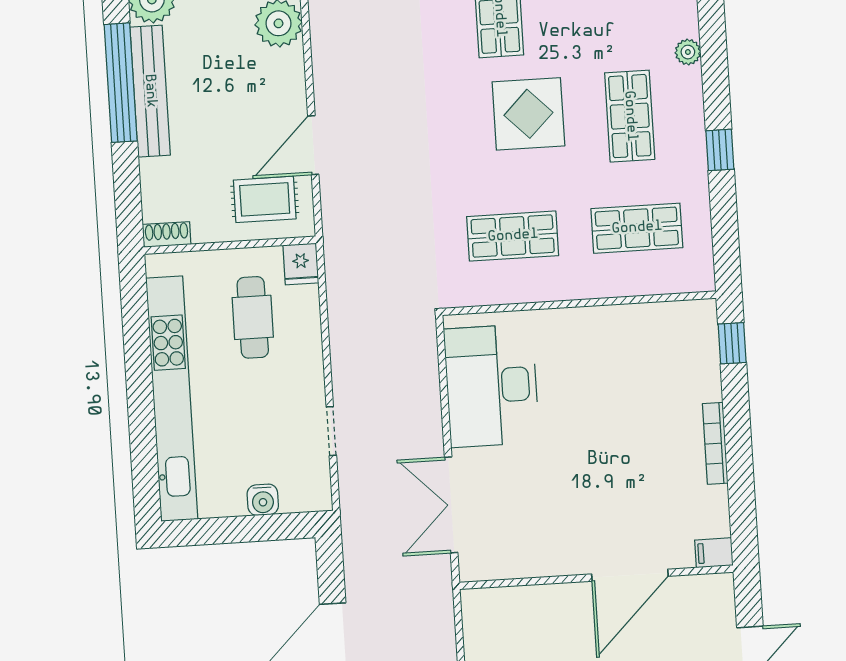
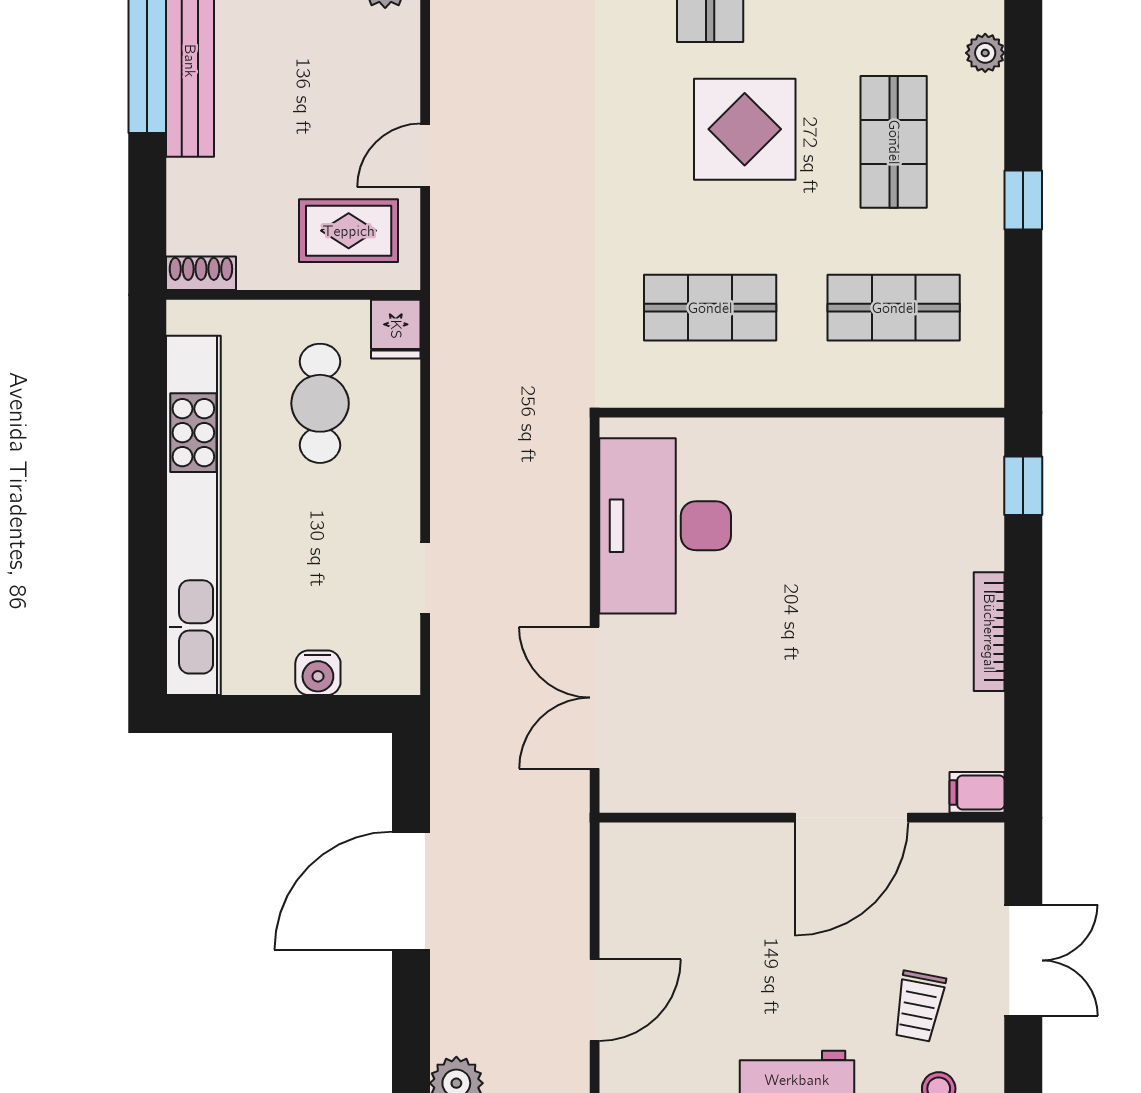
door: (313, 145) -> (425, 155), width x0.73

